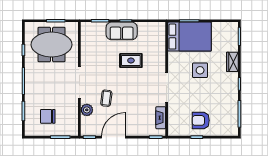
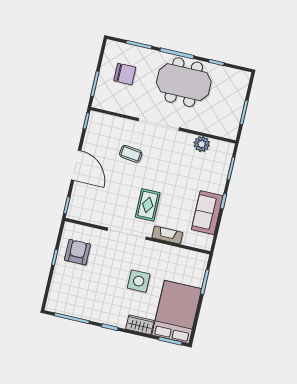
sofa: (122, 31) -> (207, 213), moved
bed: (190, 37) -> (177, 312), moved, turned 180
meeting table: (52, 45) -> (184, 82), moved, turned 90
rug: (131, 61) -> (148, 205), moved
plant: (87, 110) -> (202, 144), moved
chair: (48, 116) -> (125, 74), turned 90
fireplace: (161, 118) -> (167, 235), moved
armchair: (201, 120) -> (77, 252), moved
door: (113, 137) -> (76, 165), moved

